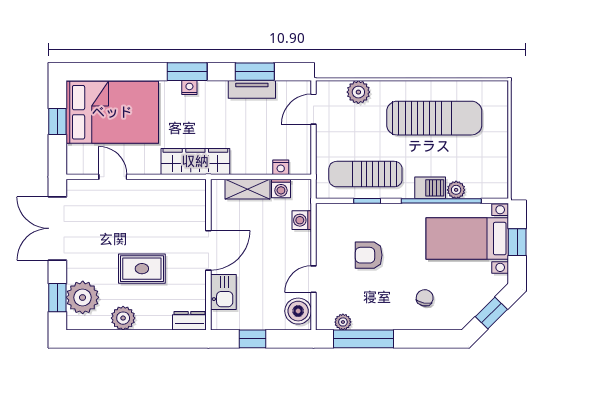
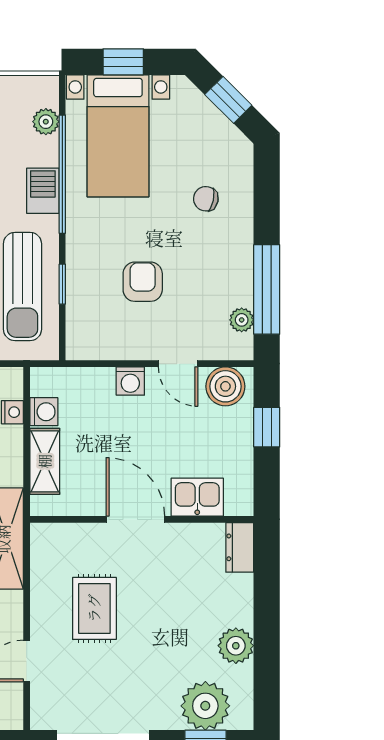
plant: (456, 190) -> (46, 122), moved
washing machine: (302, 220) -> (130, 381), moved
armchair: (369, 255) -> (143, 282), turned 180
rug: (142, 269) -> (94, 608), moved
window: (252, 339) -> (267, 427), moved

